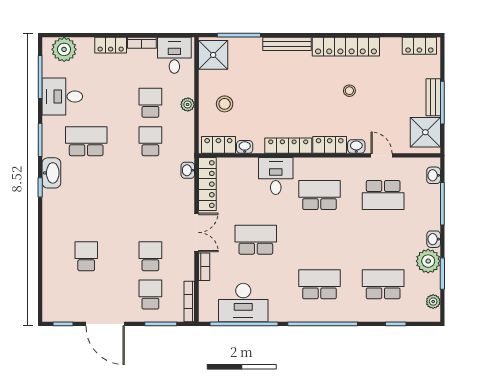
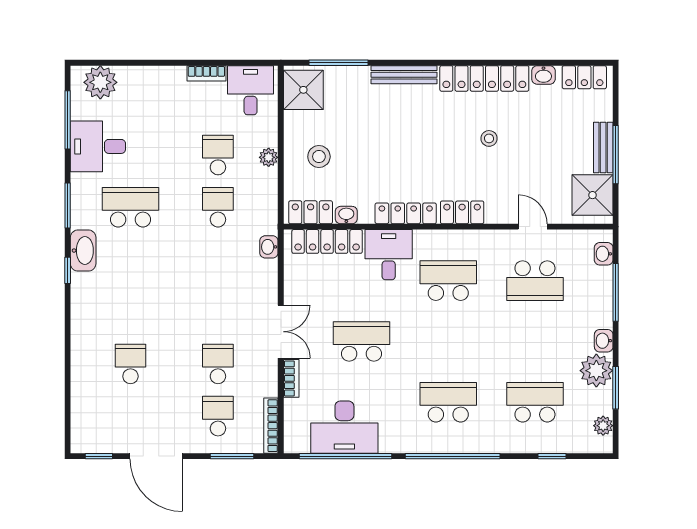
locker: (111, 45) -> (164, 76), removed
washbasin: (356, 146) -> (543, 75), moved, turned 180
locker: (207, 184) -> (327, 241), moved, turned 90

